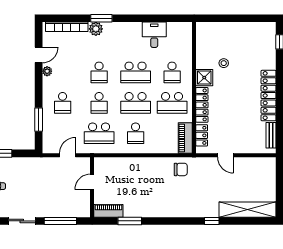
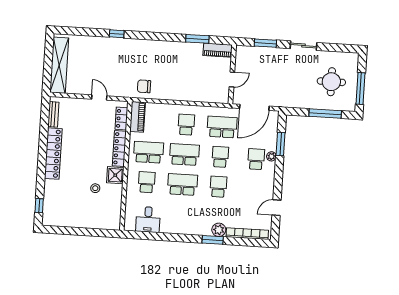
desk: (154, 35) -> (148, 219), moved
plant: (47, 71) -> (271, 156), moved
door: (68, 155) -> (254, 107), width x1.88
shelving: (247, 210) -> (59, 65), moved, turned 90
window: (60, 221) -> (265, 43), width x0.69

